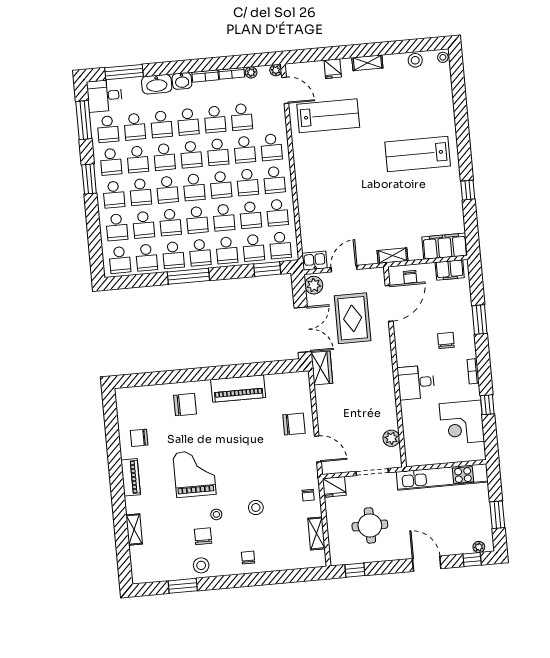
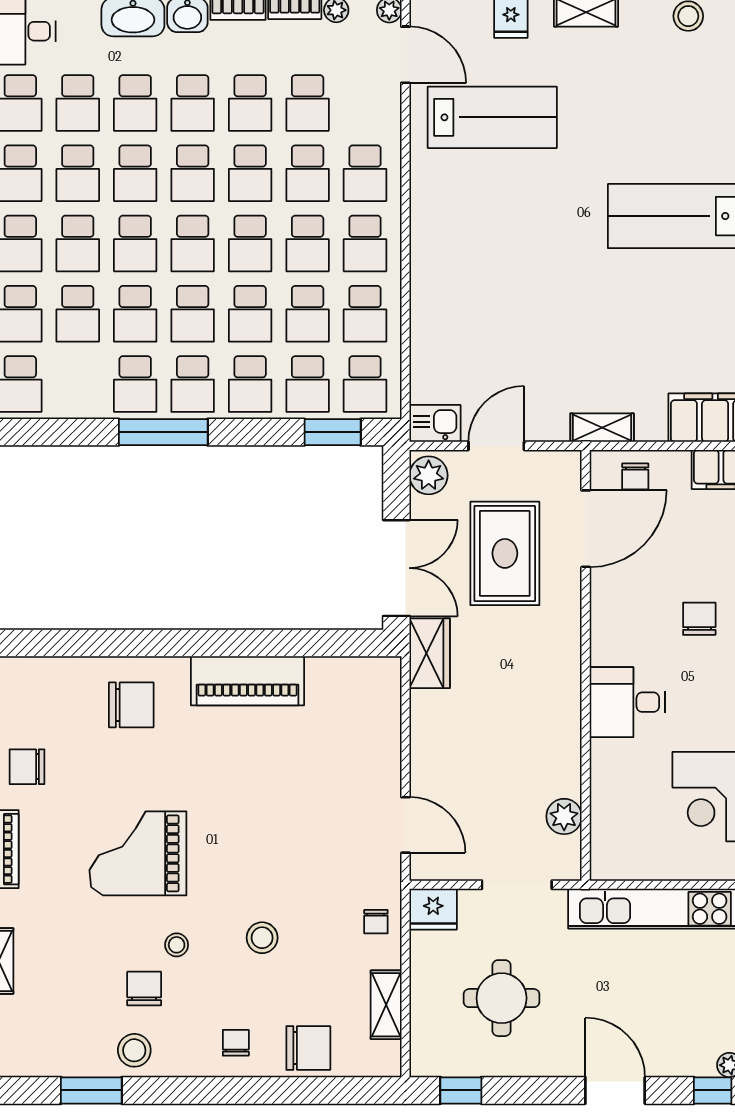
school desk: (147, 257) -> (78, 384), removed
chair: (294, 424) -> (308, 1048), moved
grand piano: (194, 473) -> (138, 853), turned -90

